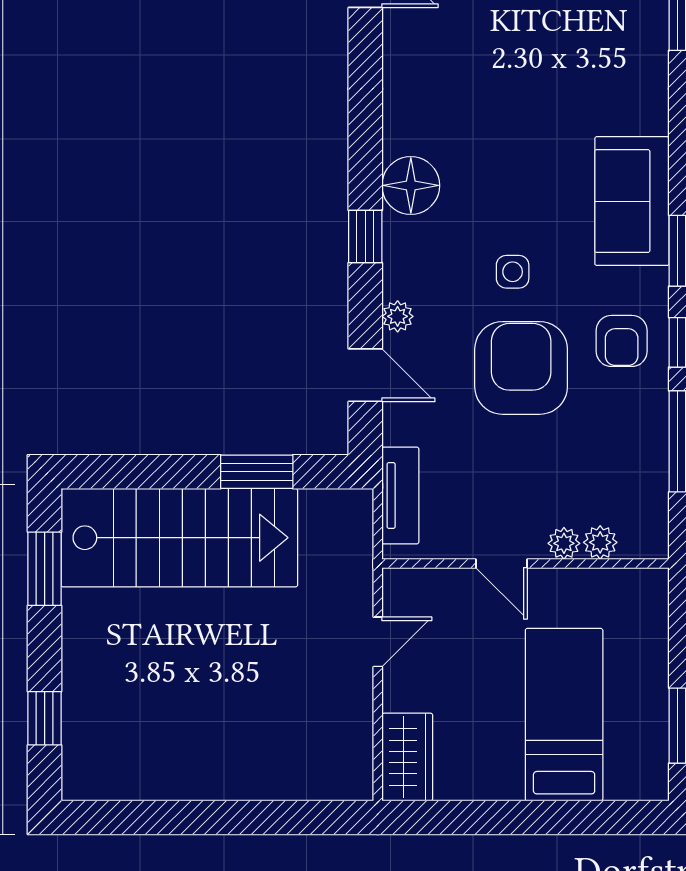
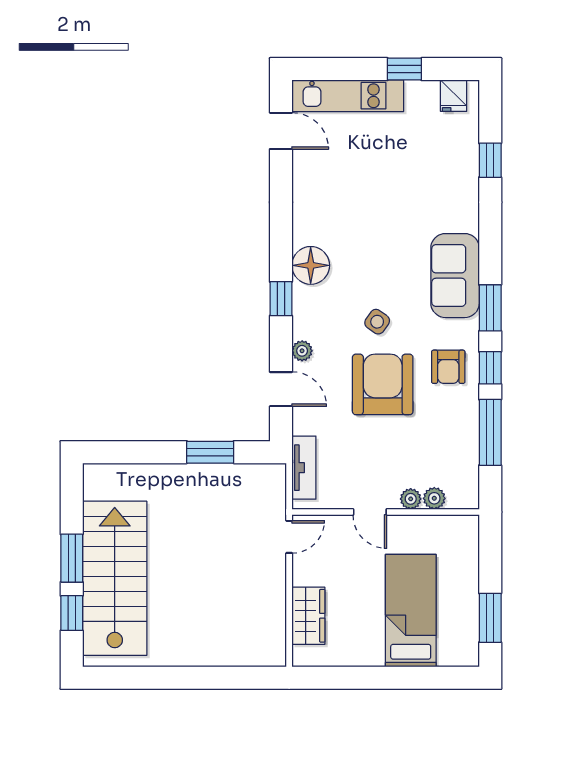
side table: (513, 272) -> (377, 322), turned 35
stairs: (179, 538) -> (115, 578), moved, turned -90
window: (45, 569) -> (72, 558), moved
door: (378, 642) -> (289, 537), moved
wardrobe: (407, 757) -> (308, 616), moved

